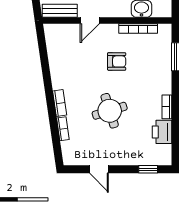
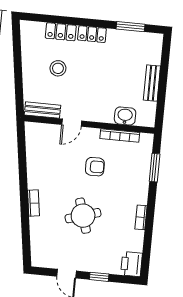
bookcase: (63, 129) -> (34, 229), removed
printer: (162, 132) -> (132, 264), moved
window: (148, 169) -> (99, 277), moved

